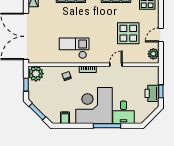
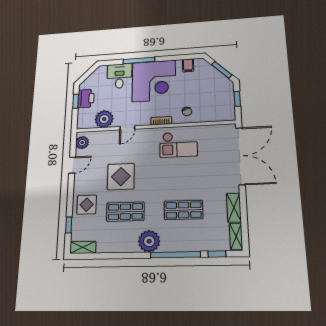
display table: (128, 33) -> (121, 177), moved
plant: (36, 74) -> (104, 119), moved

